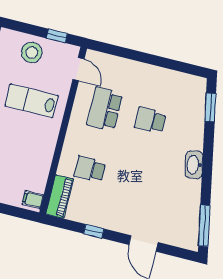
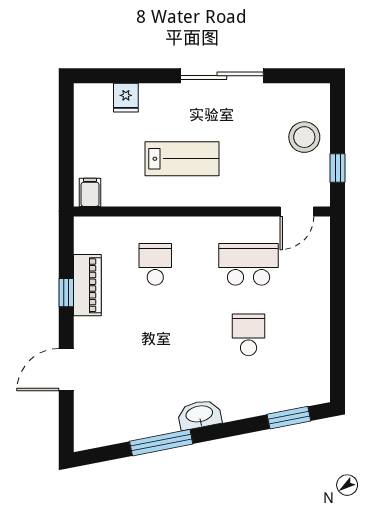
lab bench: (31, 101) -> (182, 159), moved, turned 90
piano: (60, 196) -> (87, 285), moved, turned -90
window: (204, 226) -> (161, 443), moved

